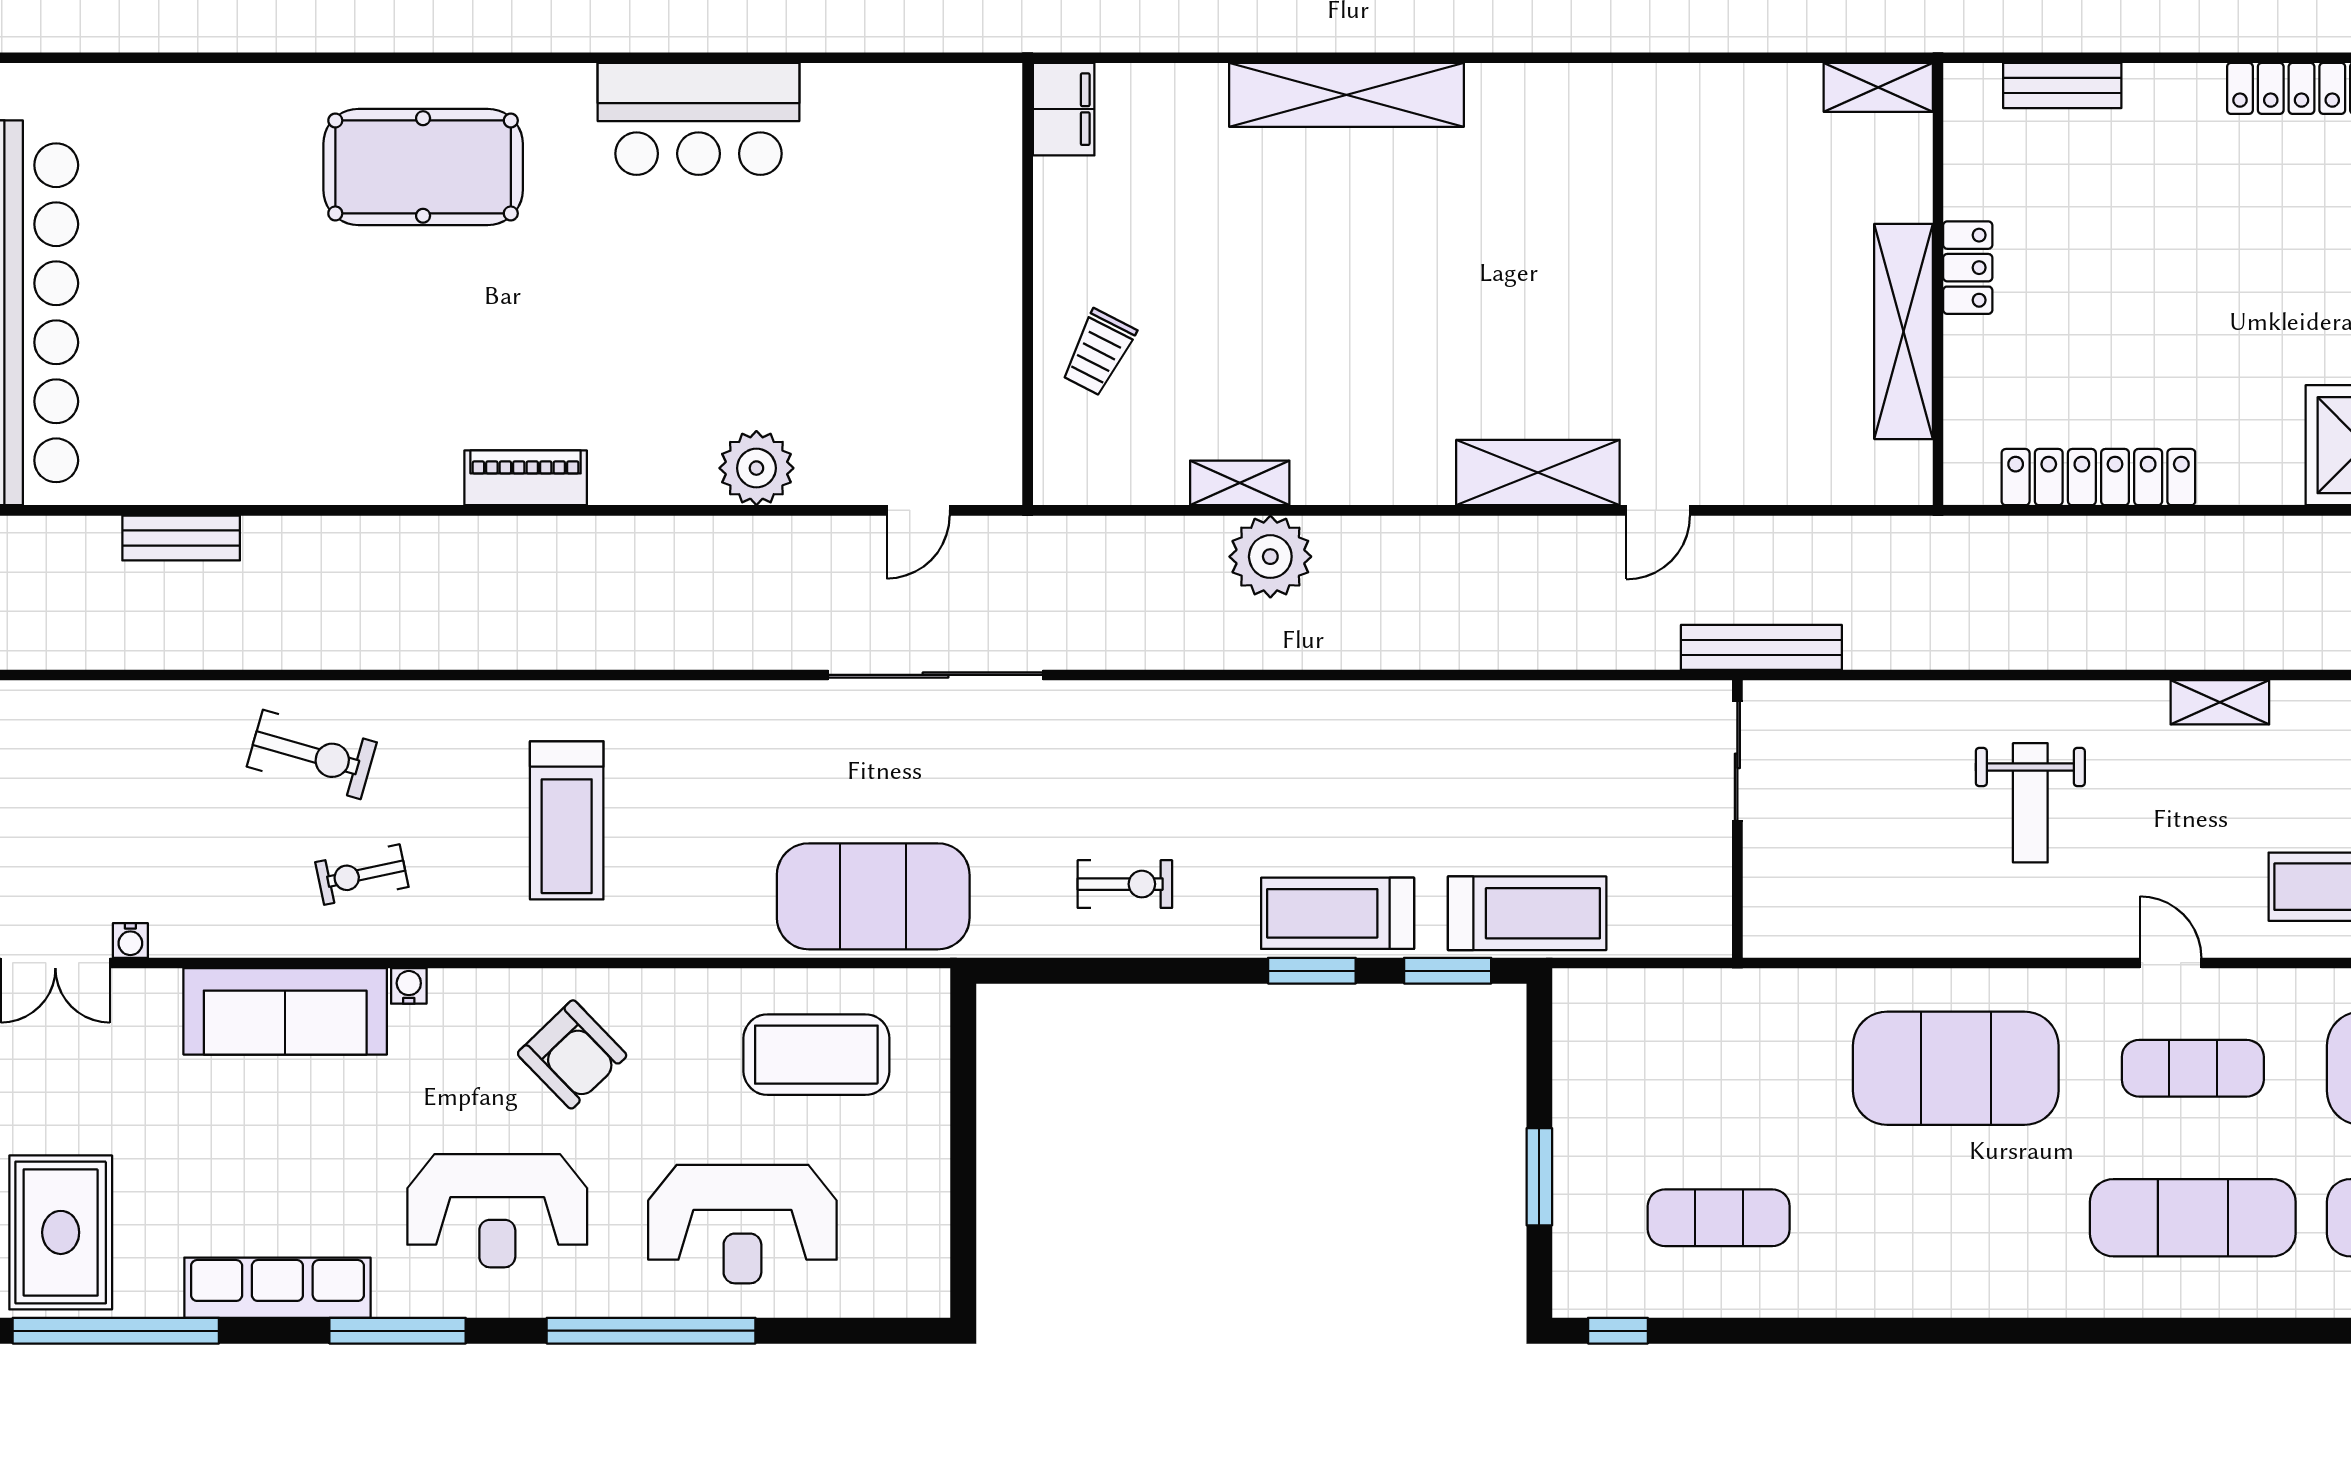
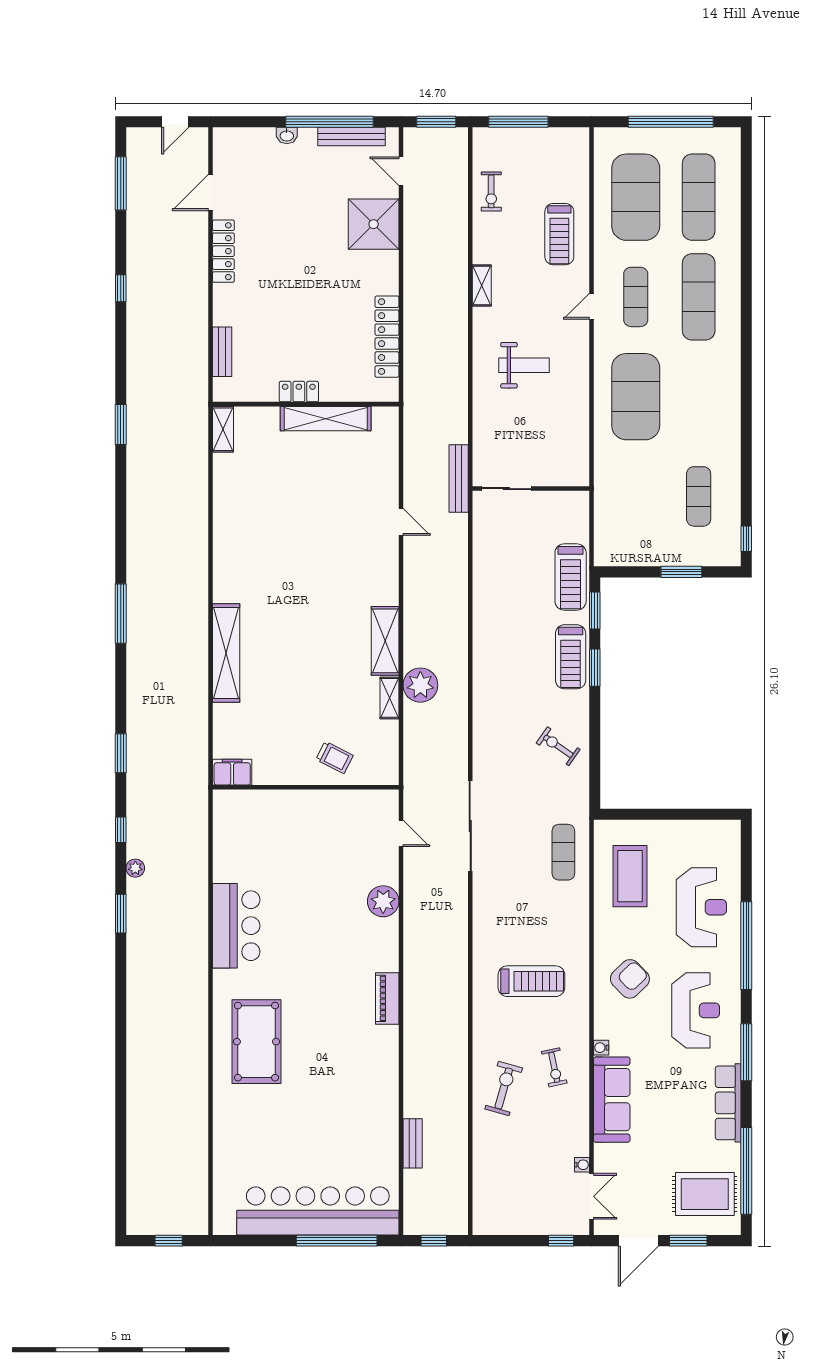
shelving: (1538, 473) -> (385, 641), moved
exercise bike: (1125, 884) -> (558, 746), turned -55
exercise mat: (873, 896) -> (563, 852), width x0.50, depth x0.69
treadmill: (1527, 913) -> (571, 577), turned 180

